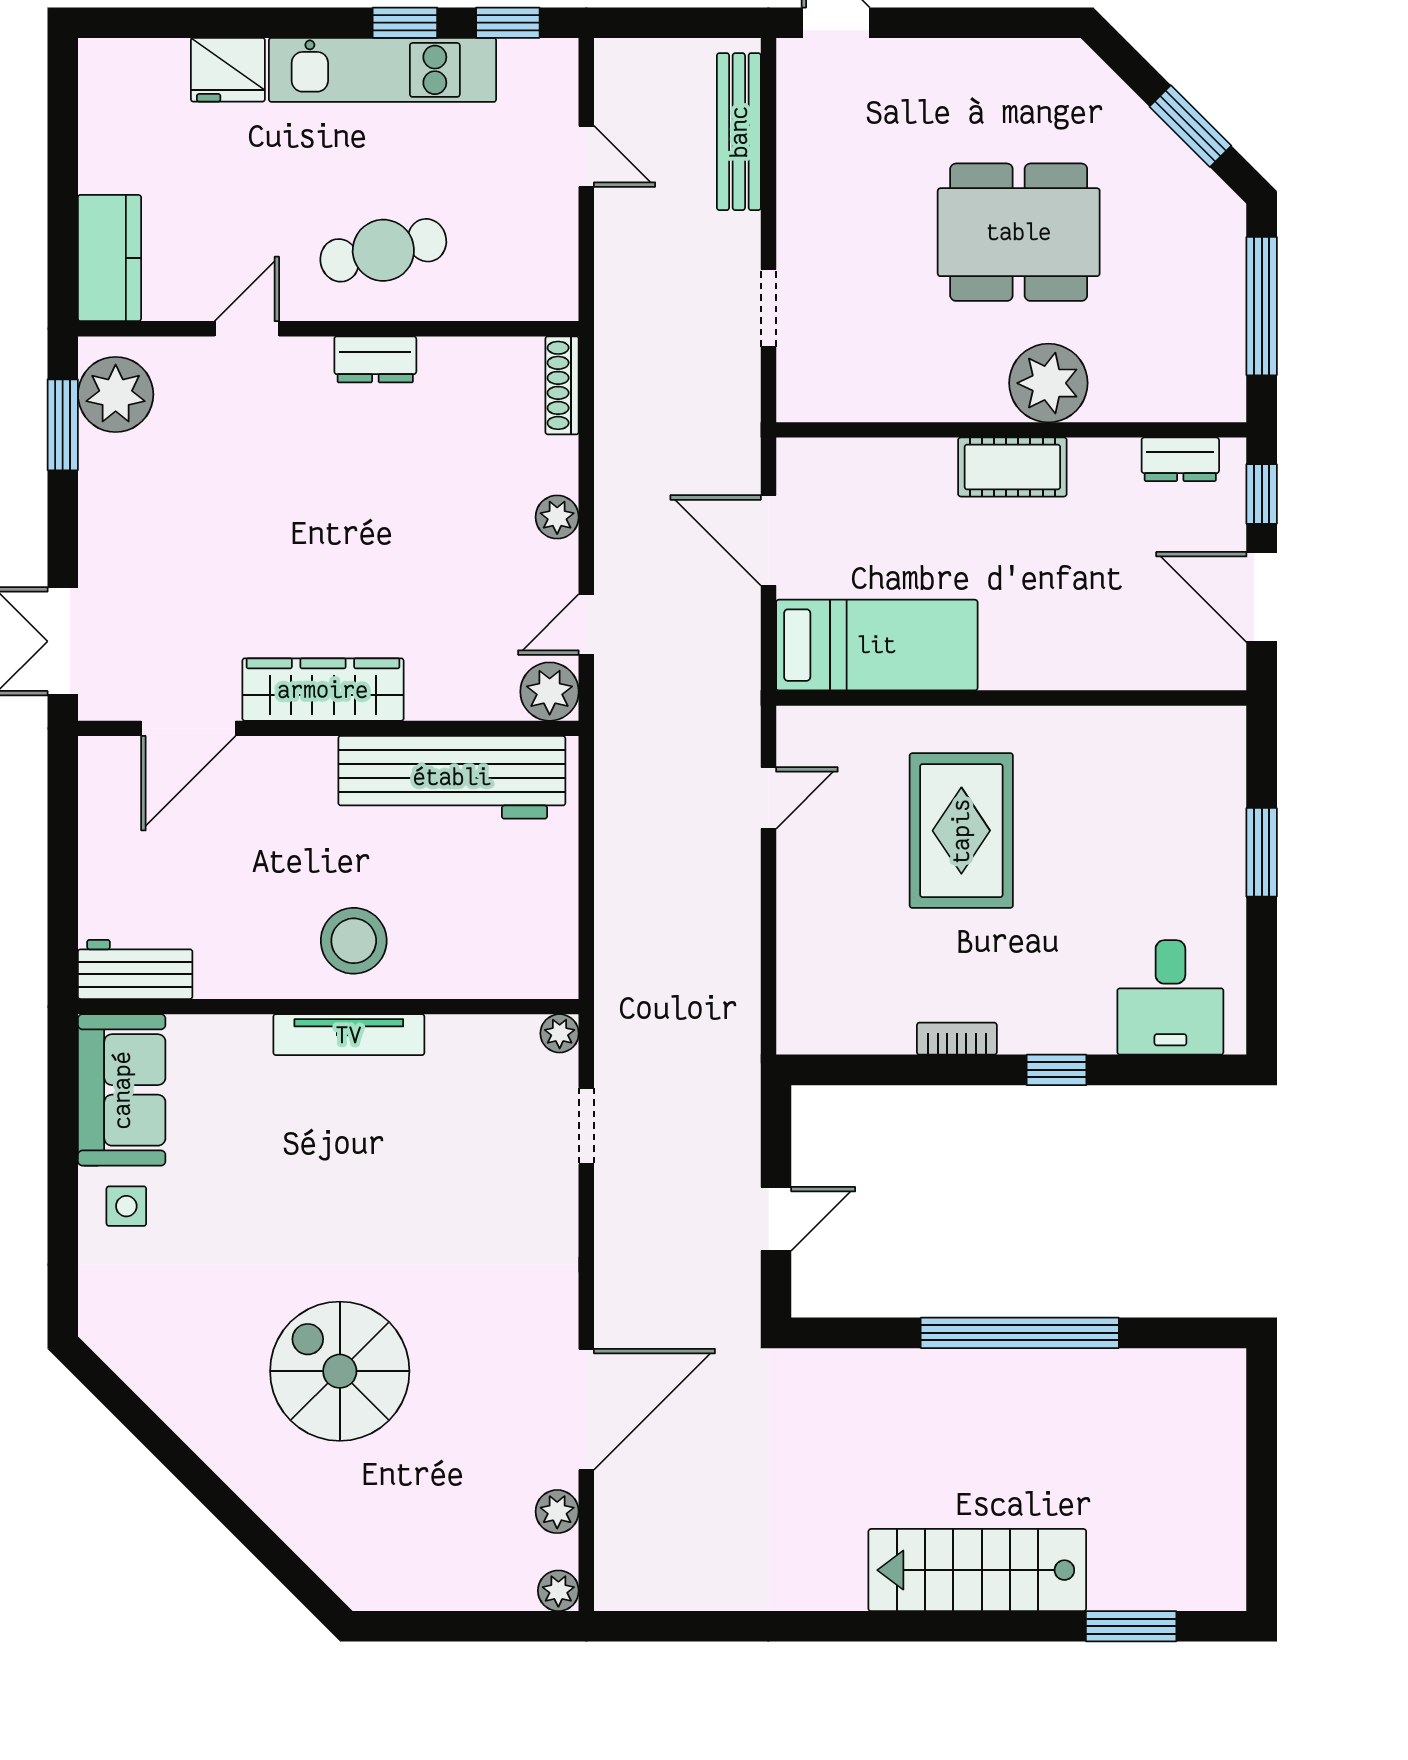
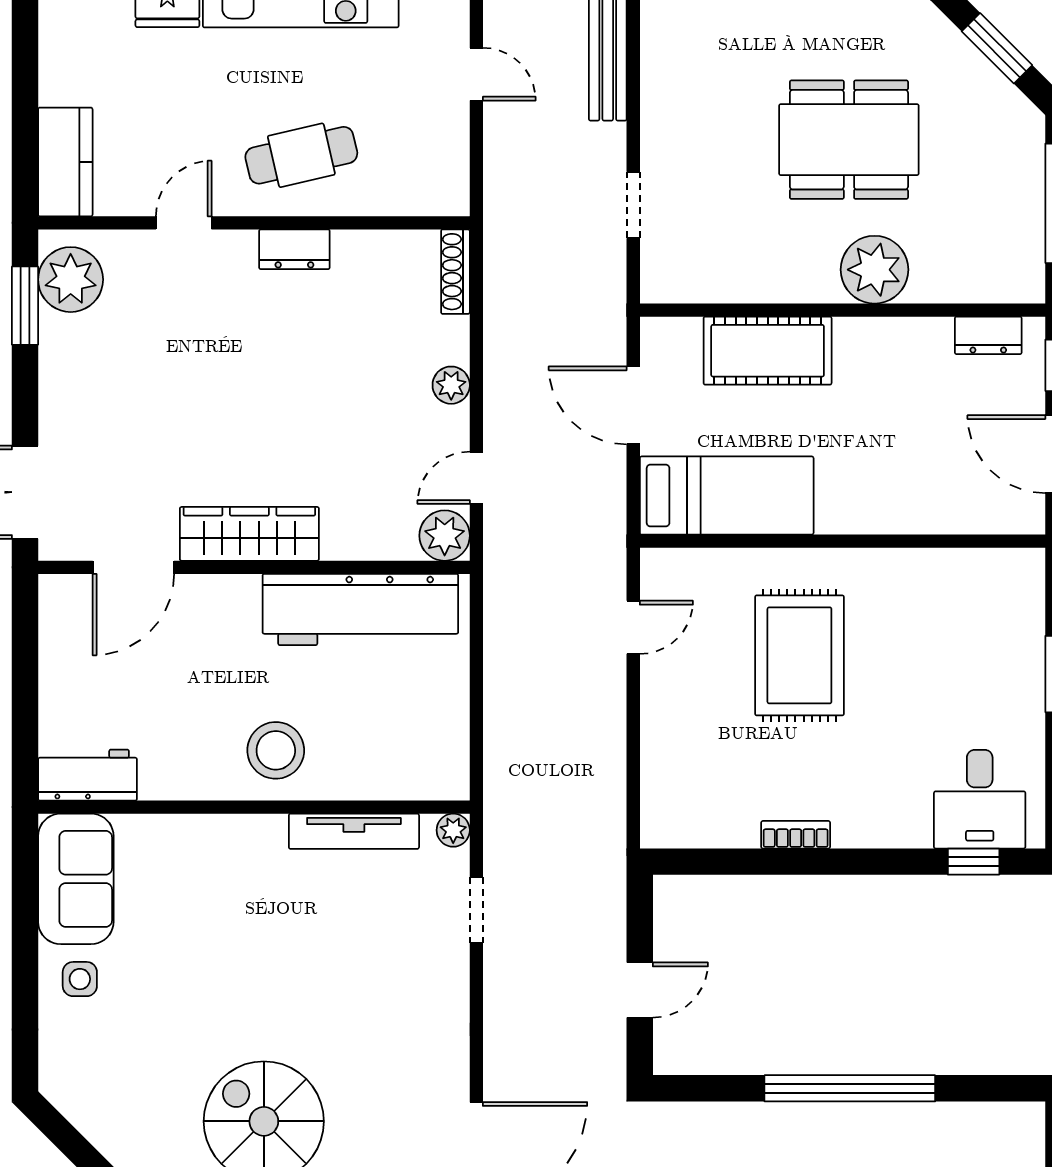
cot: (1012, 467) -> (768, 351), moved, width x1.37, depth x1.34
tv unit: (349, 1035) -> (354, 831), moved
window: (1056, 1070) -> (974, 862), moved

